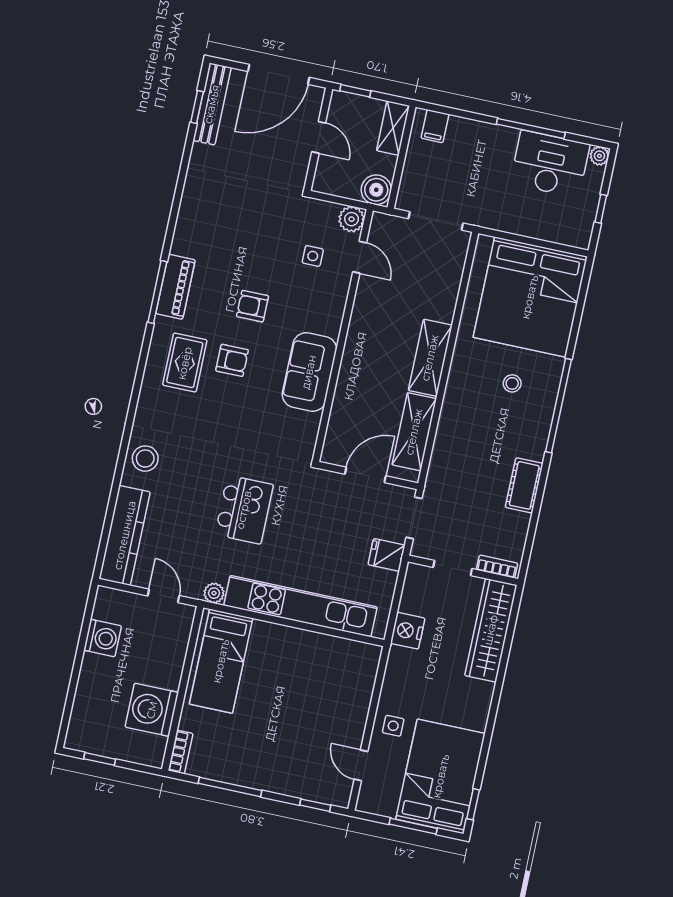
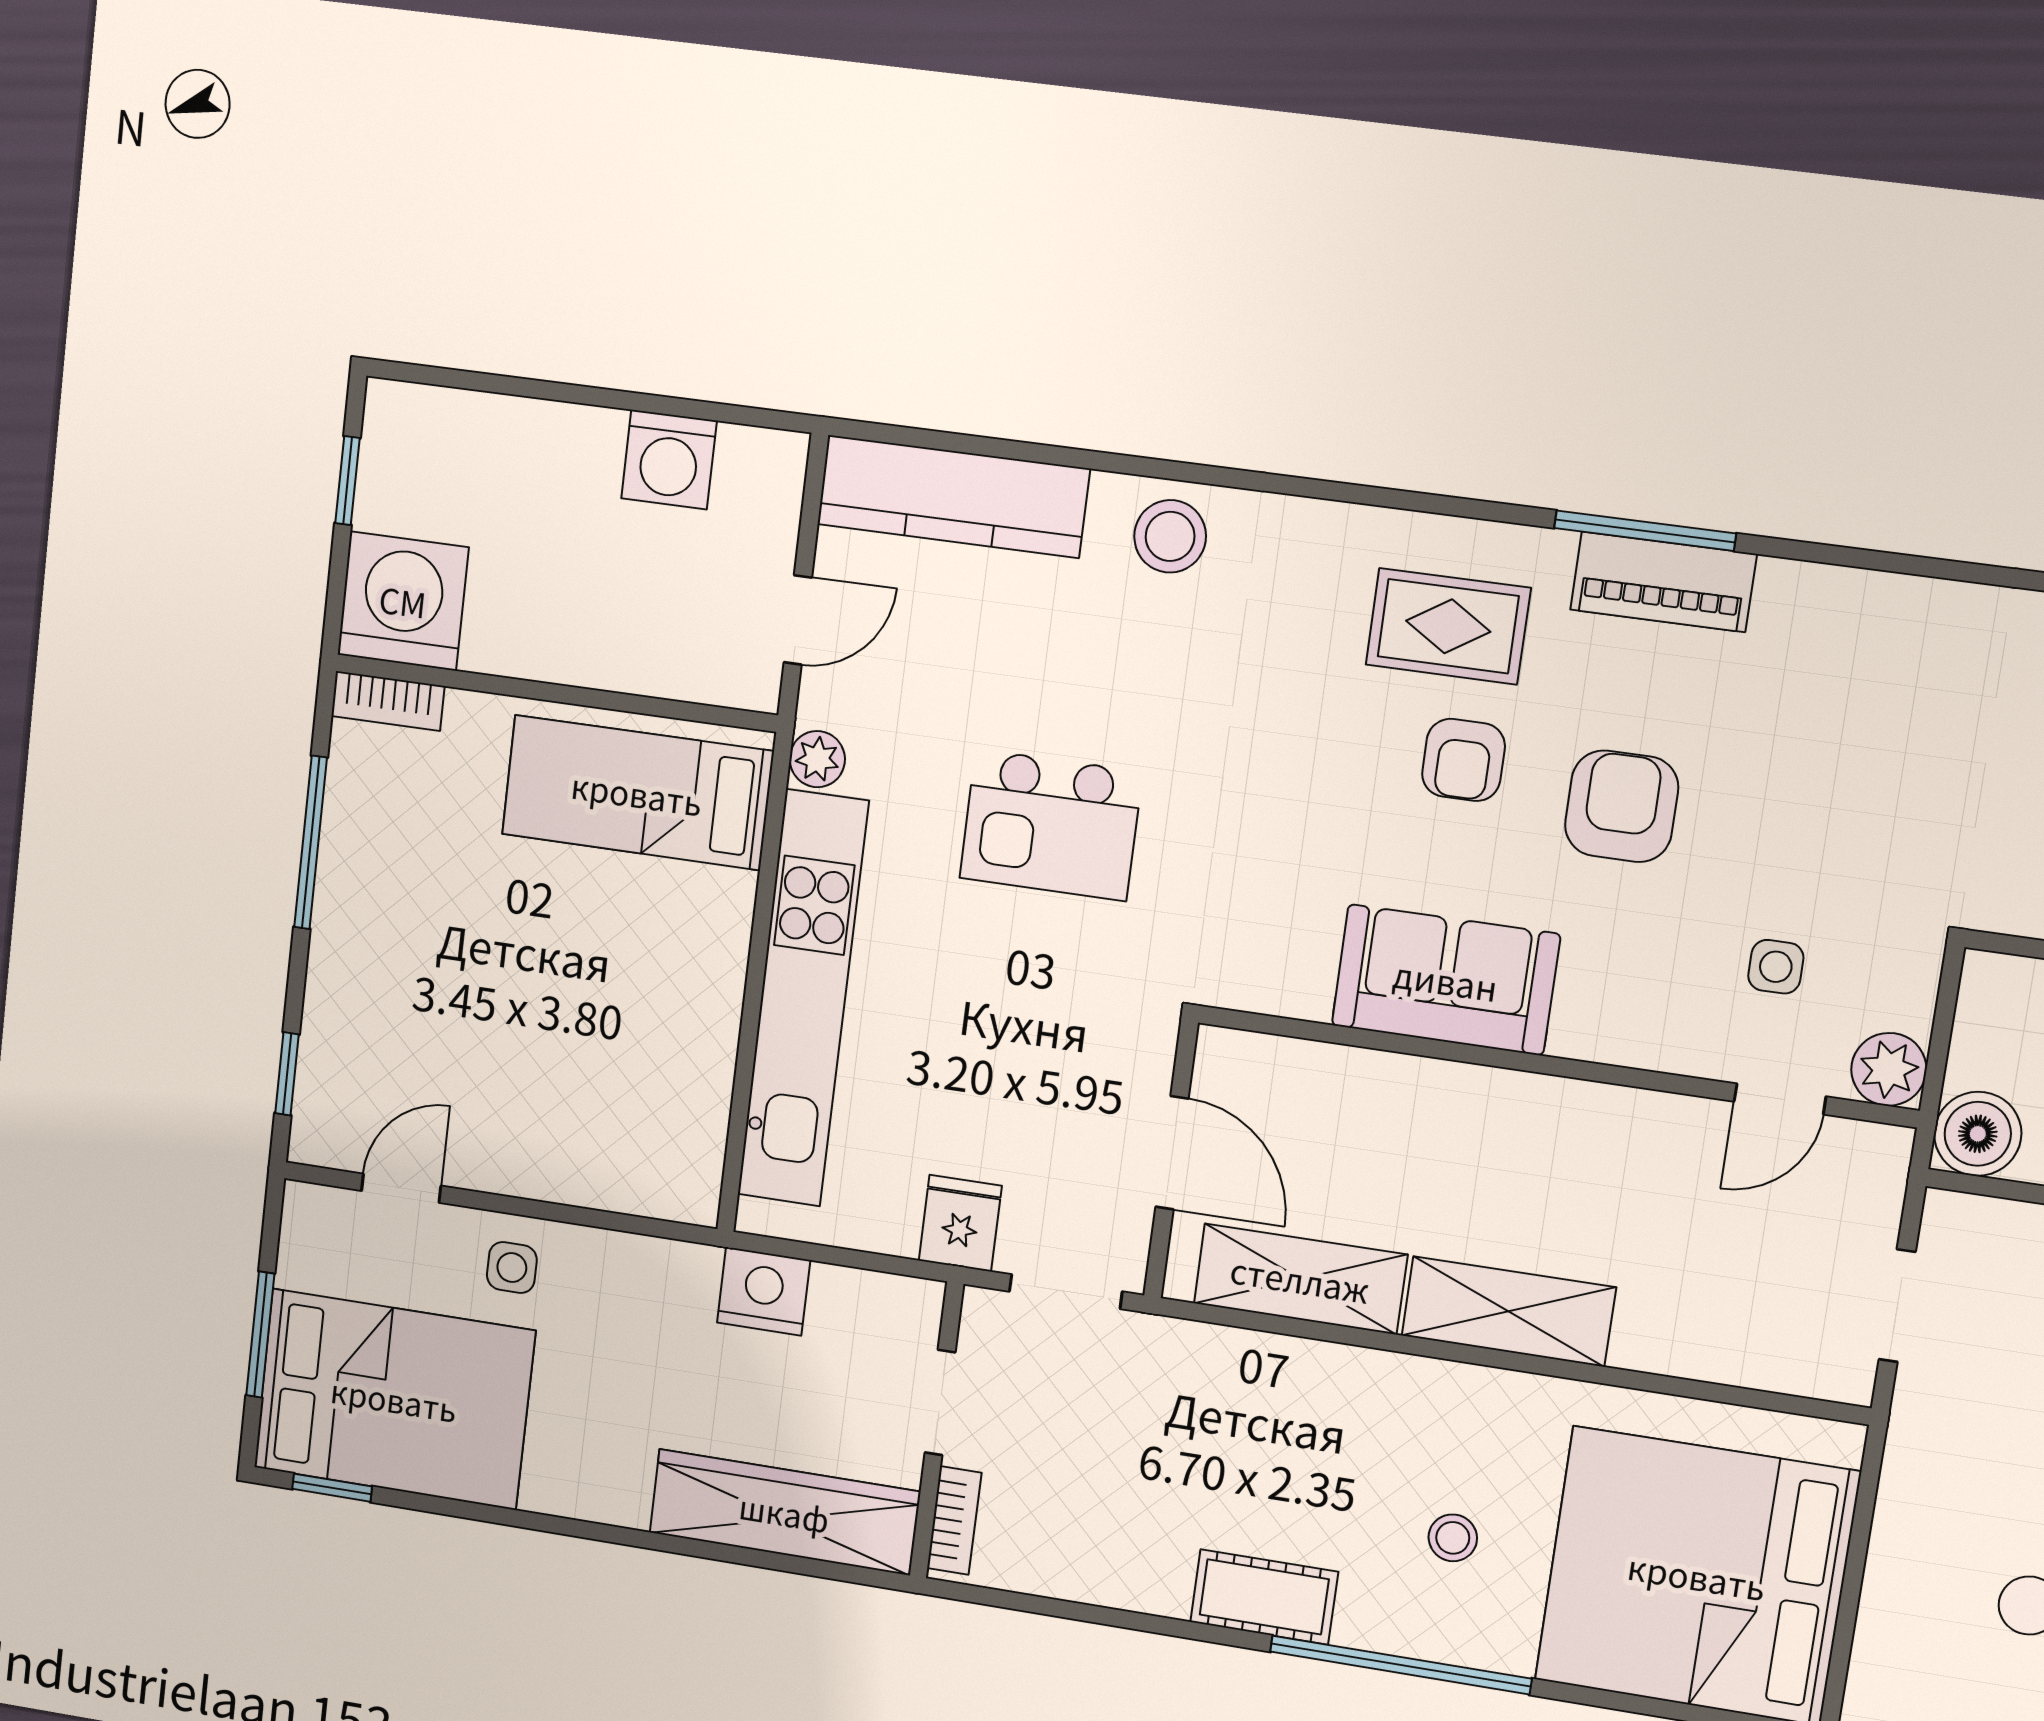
doorway: (436, 221) -> (1897, 1306), width x0.73
armchair: (252, 306) -> (1622, 806), width x1.38, depth x1.38
cot: (524, 485) -> (1264, 1597), moved
washing machine: (152, 710) -> (403, 601), moved

